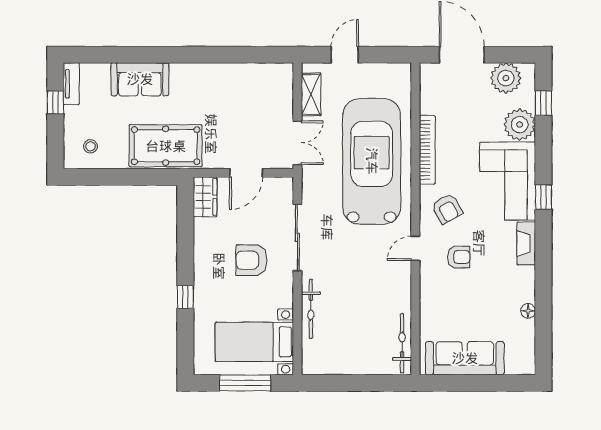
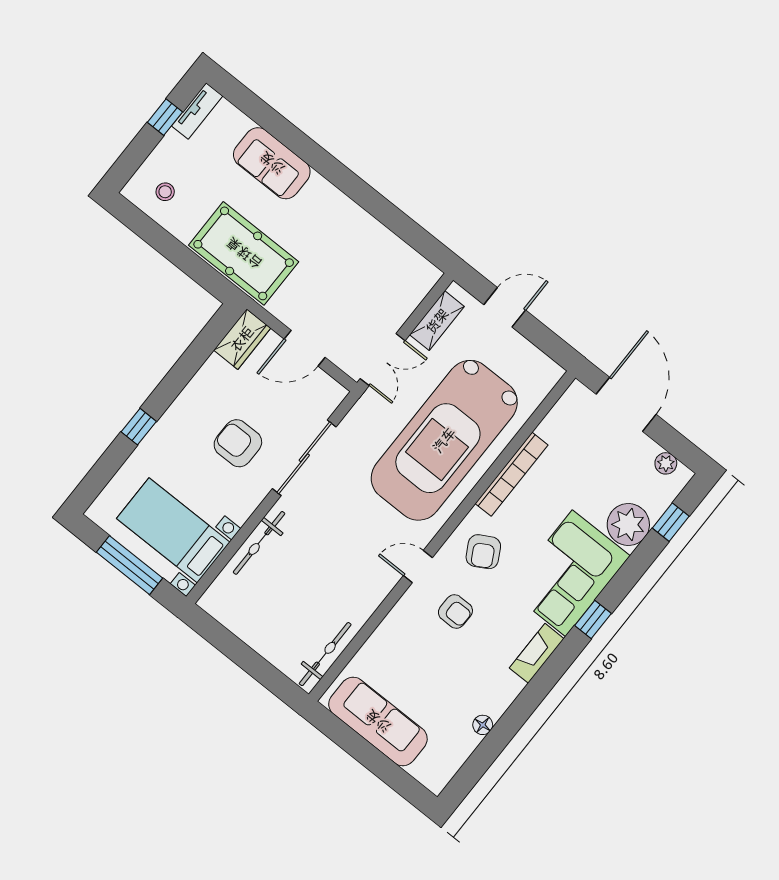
plant: (506, 78) -> (666, 463), width x0.53, depth x0.53
car: (372, 161) -> (444, 440), turned 180

